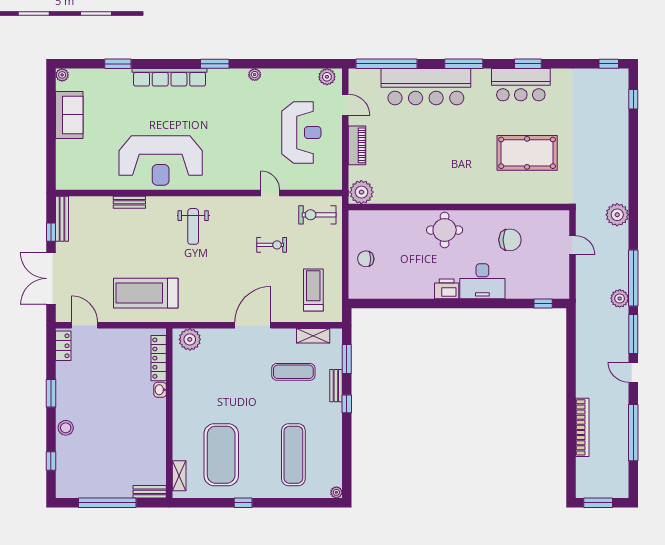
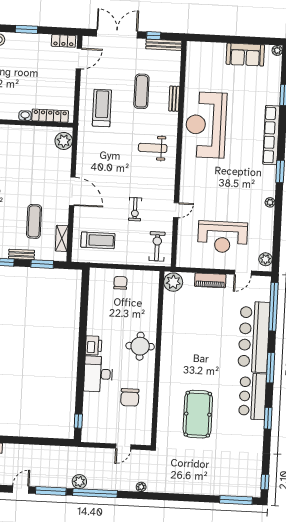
bar counter: (521, 85) -> (253, 396), moved
window: (633, 99) -> (236, 500), width x2.17
plant: (617, 215) -> (141, 487), width x0.53, depth x0.53
exercise mat: (122, 244) -> (141, 91), added
treadmill: (146, 293) -> (102, 108), width x0.73, depth x0.73

